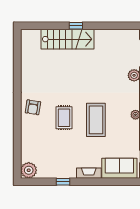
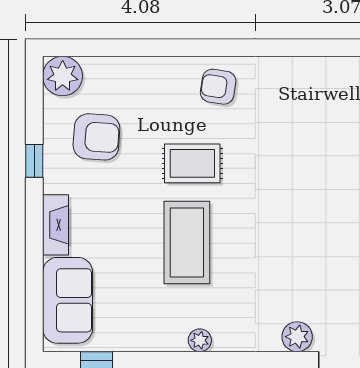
coffee table: (96, 120) -> (187, 242), turned 90
armchair: (53, 156) -> (96, 137), added

